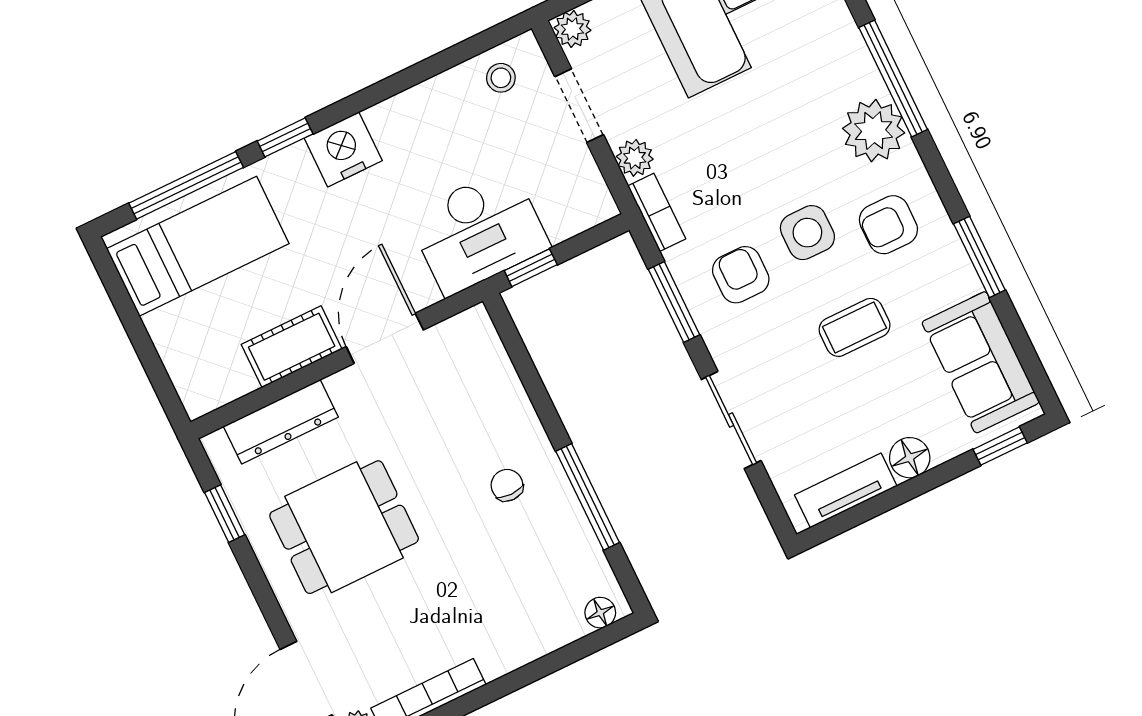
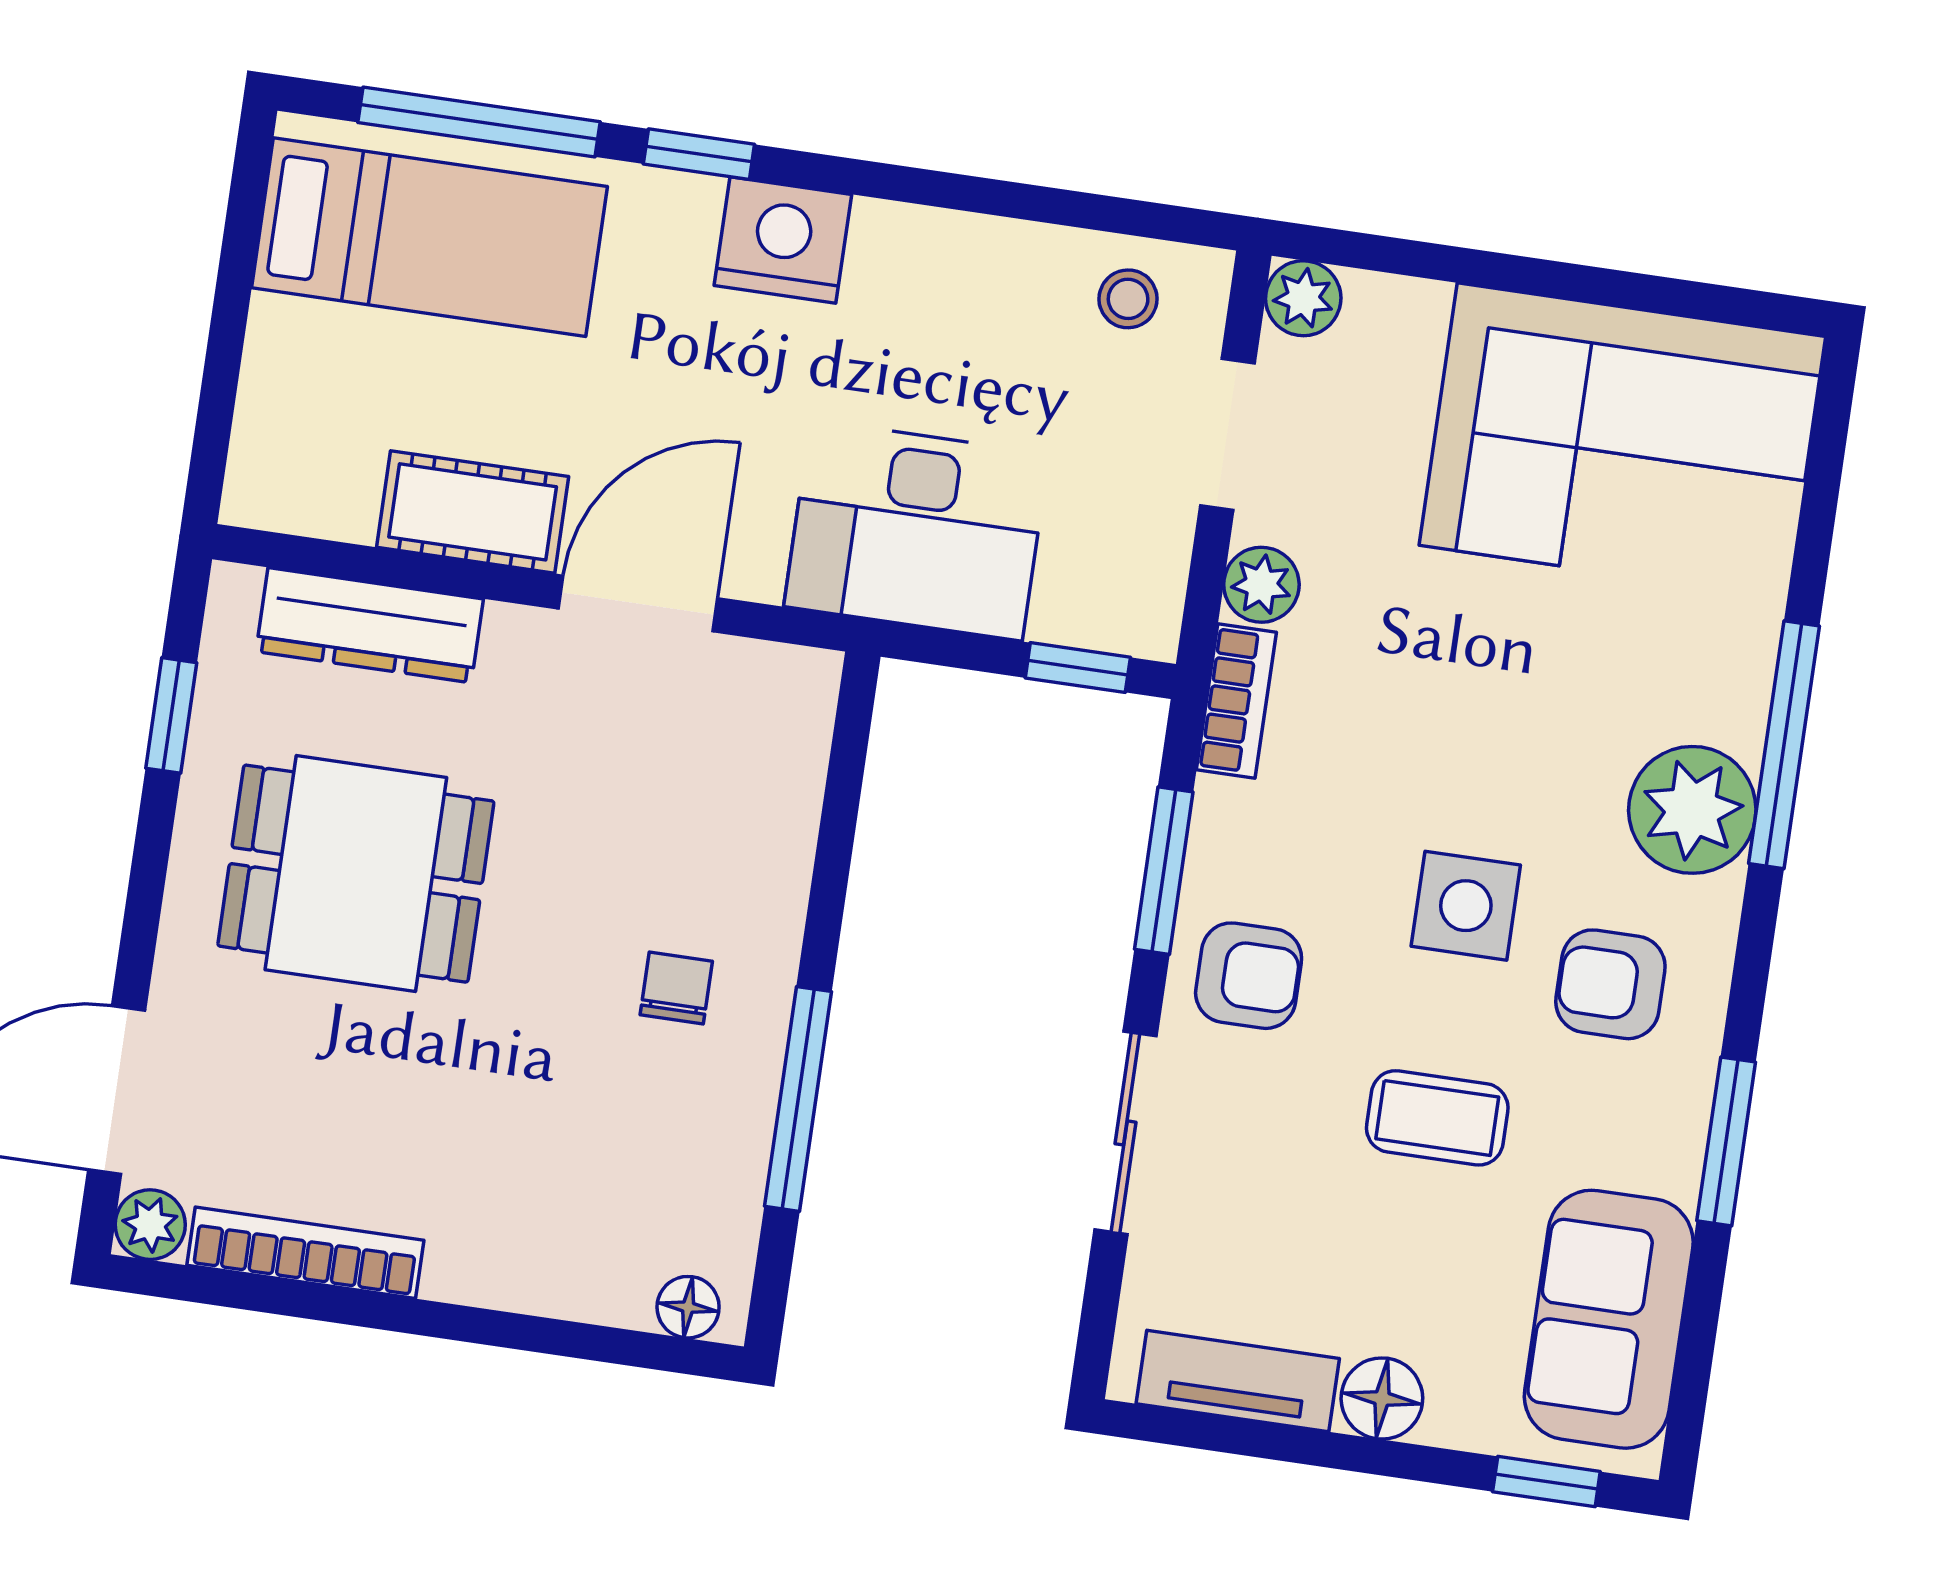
window: (531, 268) -> (1078, 668), moved
armchair: (741, 275) -> (1249, 976), moved, turned 90

